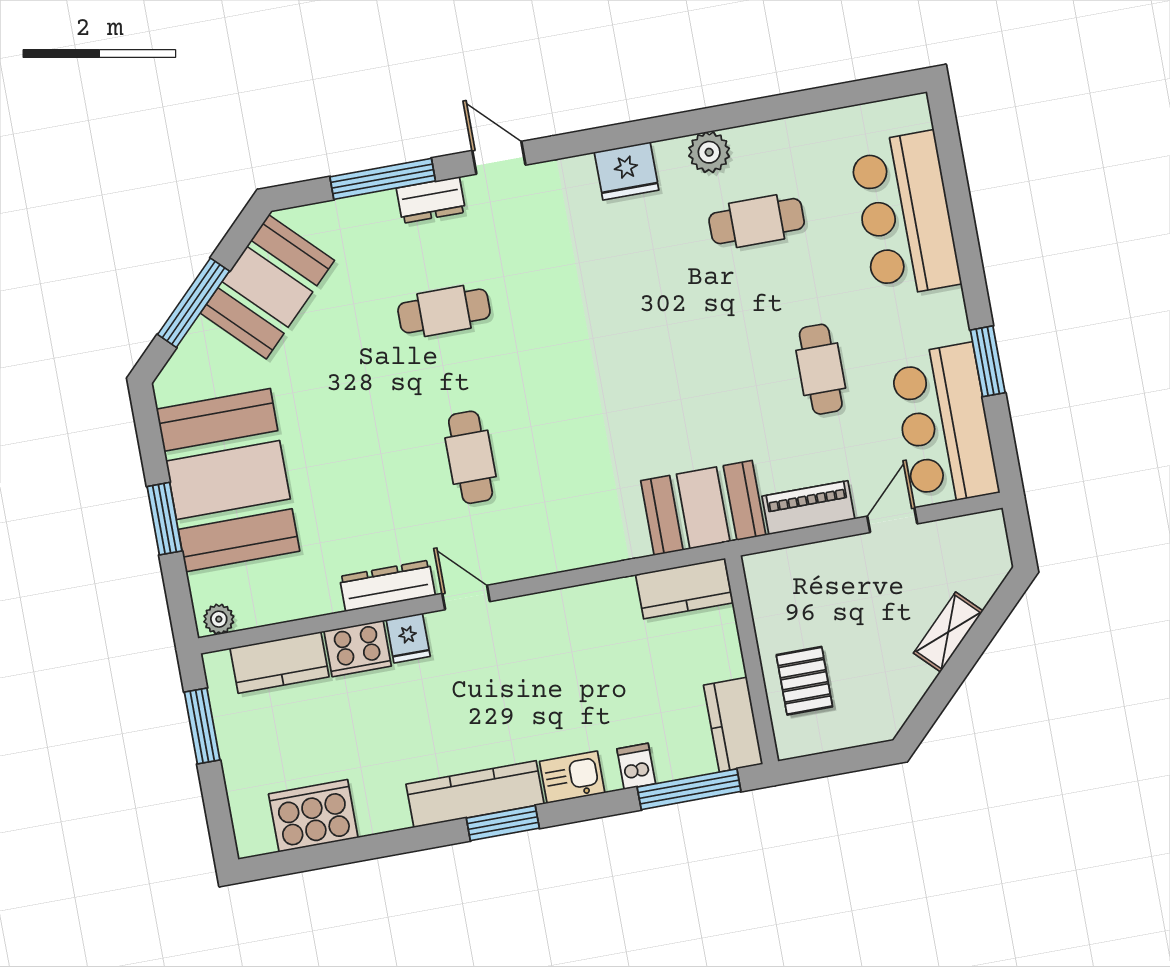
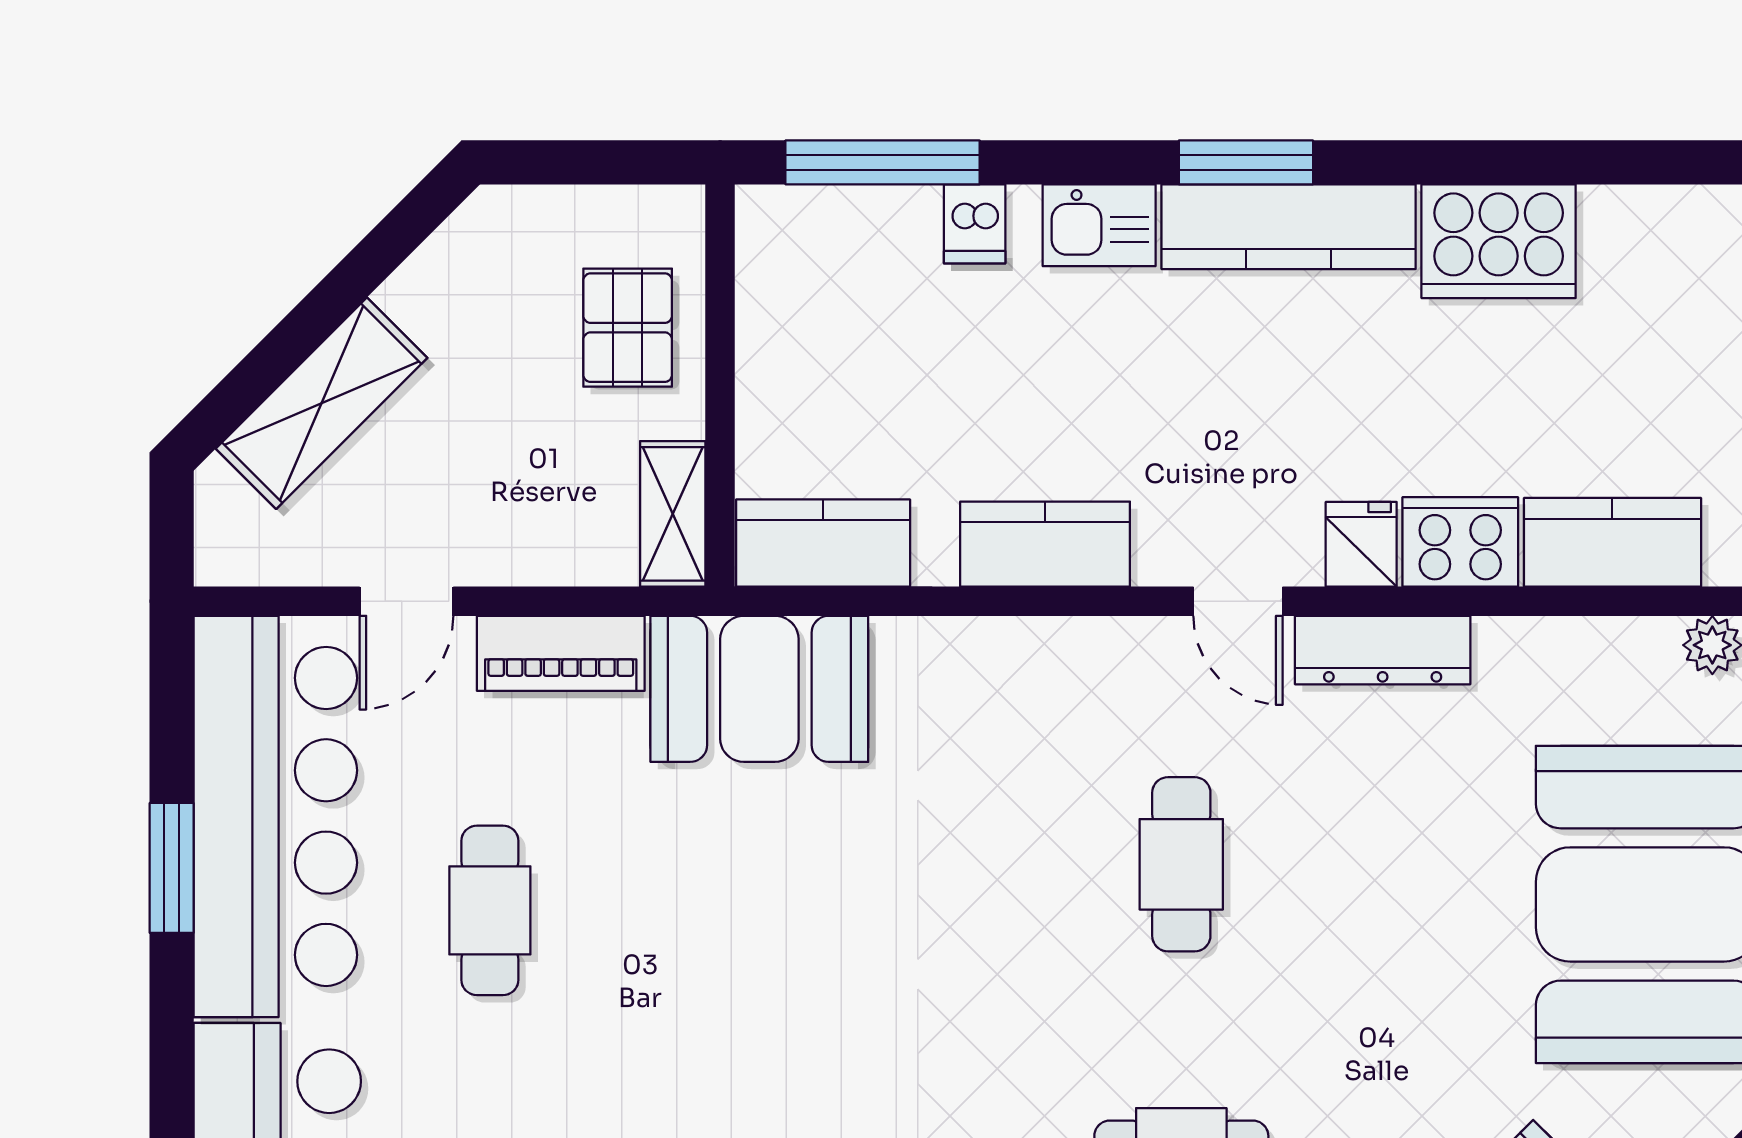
bar counter: (944, 425) -> (275, 816), width x1.36
shelving: (764, 590) -> (673, 514), added
shelving: (948, 632) -> (322, 403), width x1.50, depth x1.33
kitchen counter: (733, 725) -> (1045, 544), moved, turned -90
cooker: (313, 816) -> (1499, 241), moved

